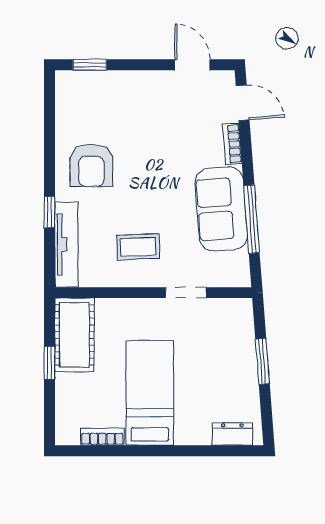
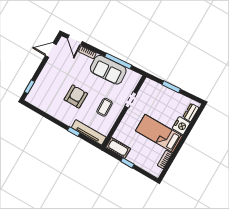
door: (243, 103) -> (75, 40), swing flipped
armchair: (91, 165) -> (76, 96), moved, turned -90
cot: (74, 335) -> (118, 148), width x0.73, depth x0.75
nightstand: (193, 430) -> (181, 126), added

